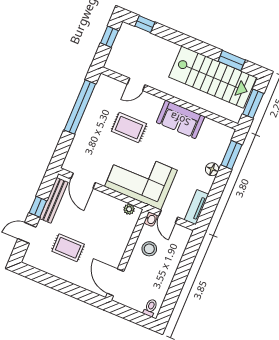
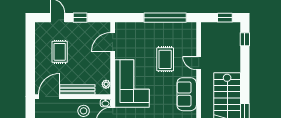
door: (136, 84) -> (199, 63), moved
bench: (54, 200) -> (77, 89), moved

